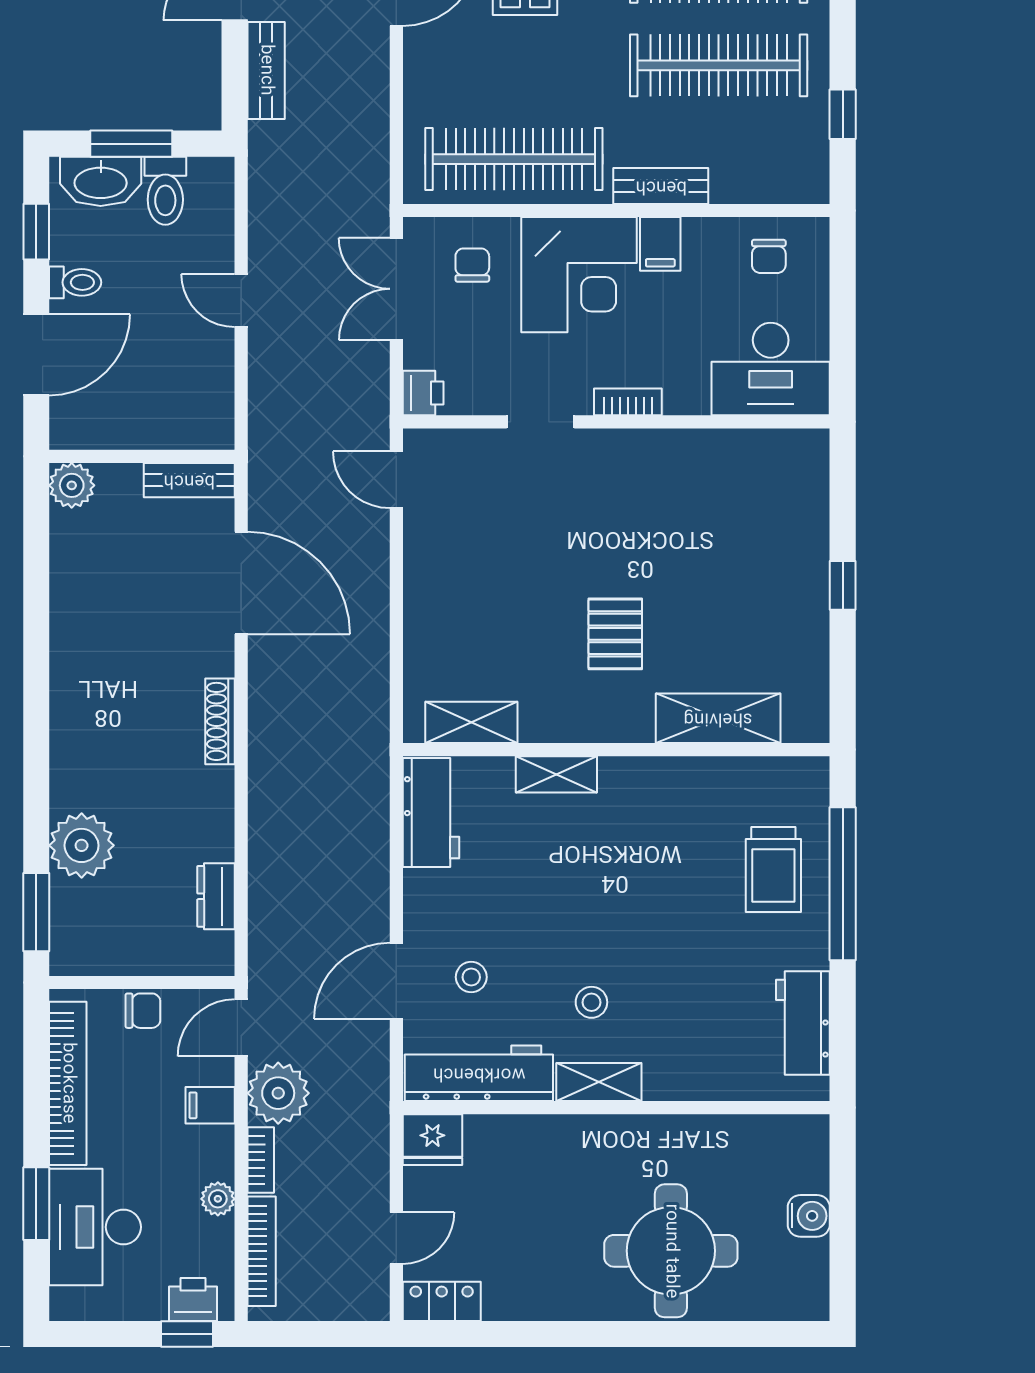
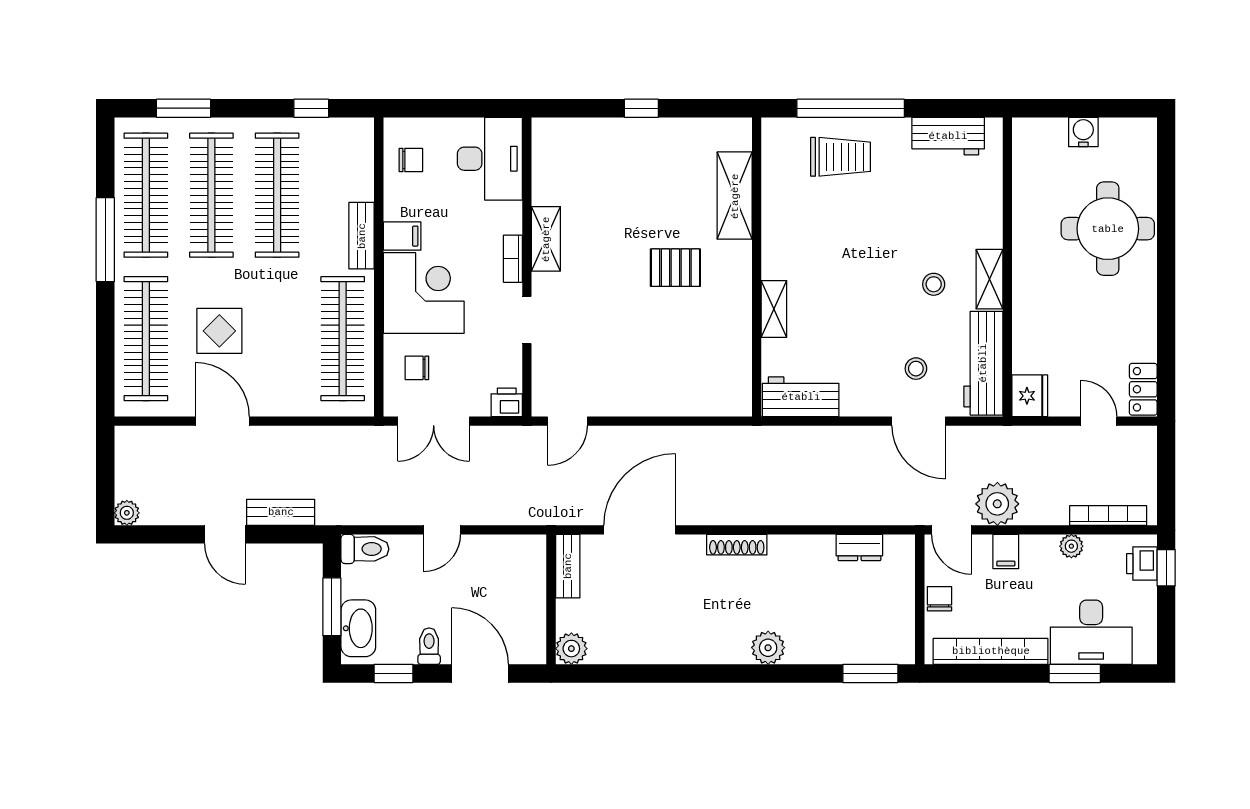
toilet: (165, 191) -> (365, 549), moved
shelving: (471, 722) -> (546, 239), moved
plant: (82, 845) -> (768, 648), moved, width x0.73, depth x0.73
bookcase: (261, 1160) -> (1044, 516), removed

